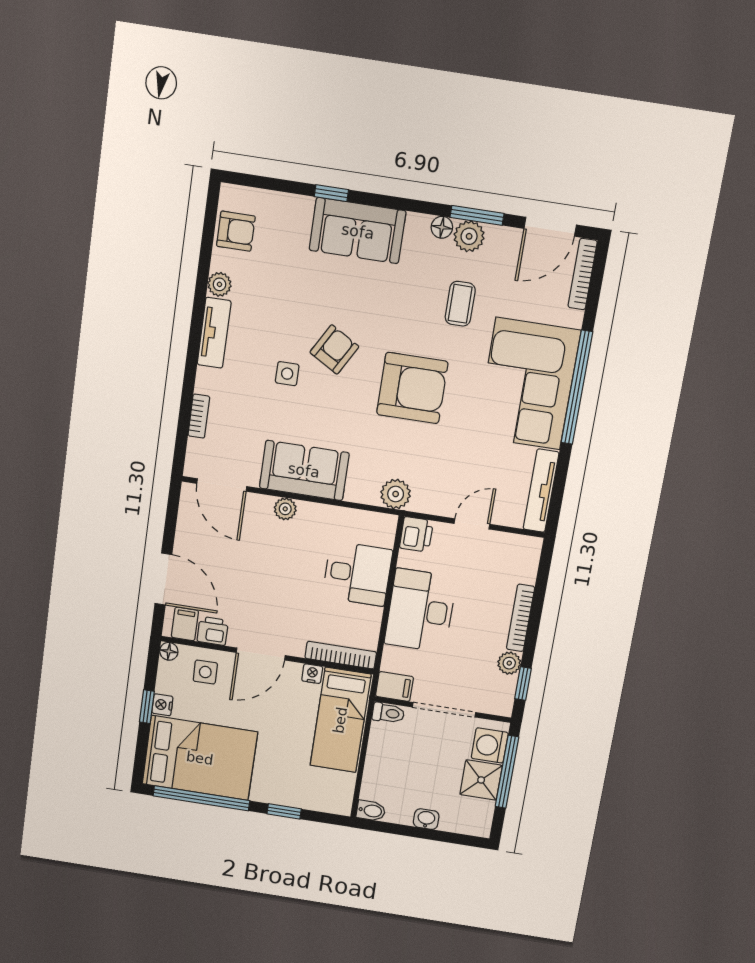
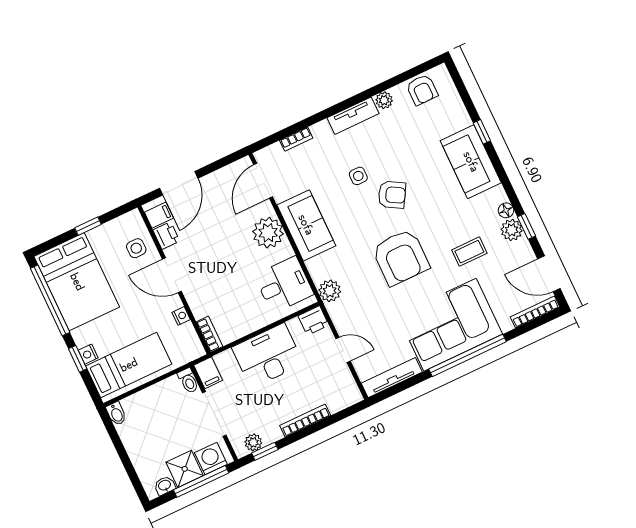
window: (477, 215) -> (527, 226), width x0.67
plant: (285, 509) -> (268, 233), width x1.88, depth x1.88
desk: (357, 574) -> (284, 285), moved, turned -90
floor lamp: (169, 651) -> (134, 217), removed
bookcase: (341, 655) -> (209, 334), width x0.64
plant: (509, 663) -> (253, 442), moved
nightstand: (162, 705) -> (88, 354), moved, turned -90
bed: (340, 720) -> (129, 365), moved, turned 180
washbasin: (426, 819) -> (165, 486), moved, turned -90

